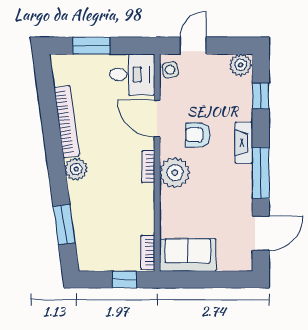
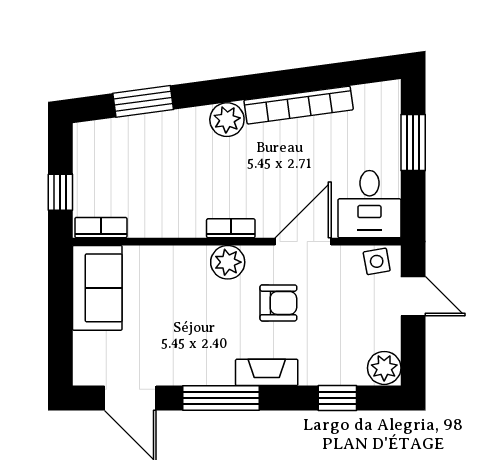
armchair: (198, 135) -> (278, 303), turned 90
plant: (175, 173) -> (228, 262), width x0.73, depth x0.73

